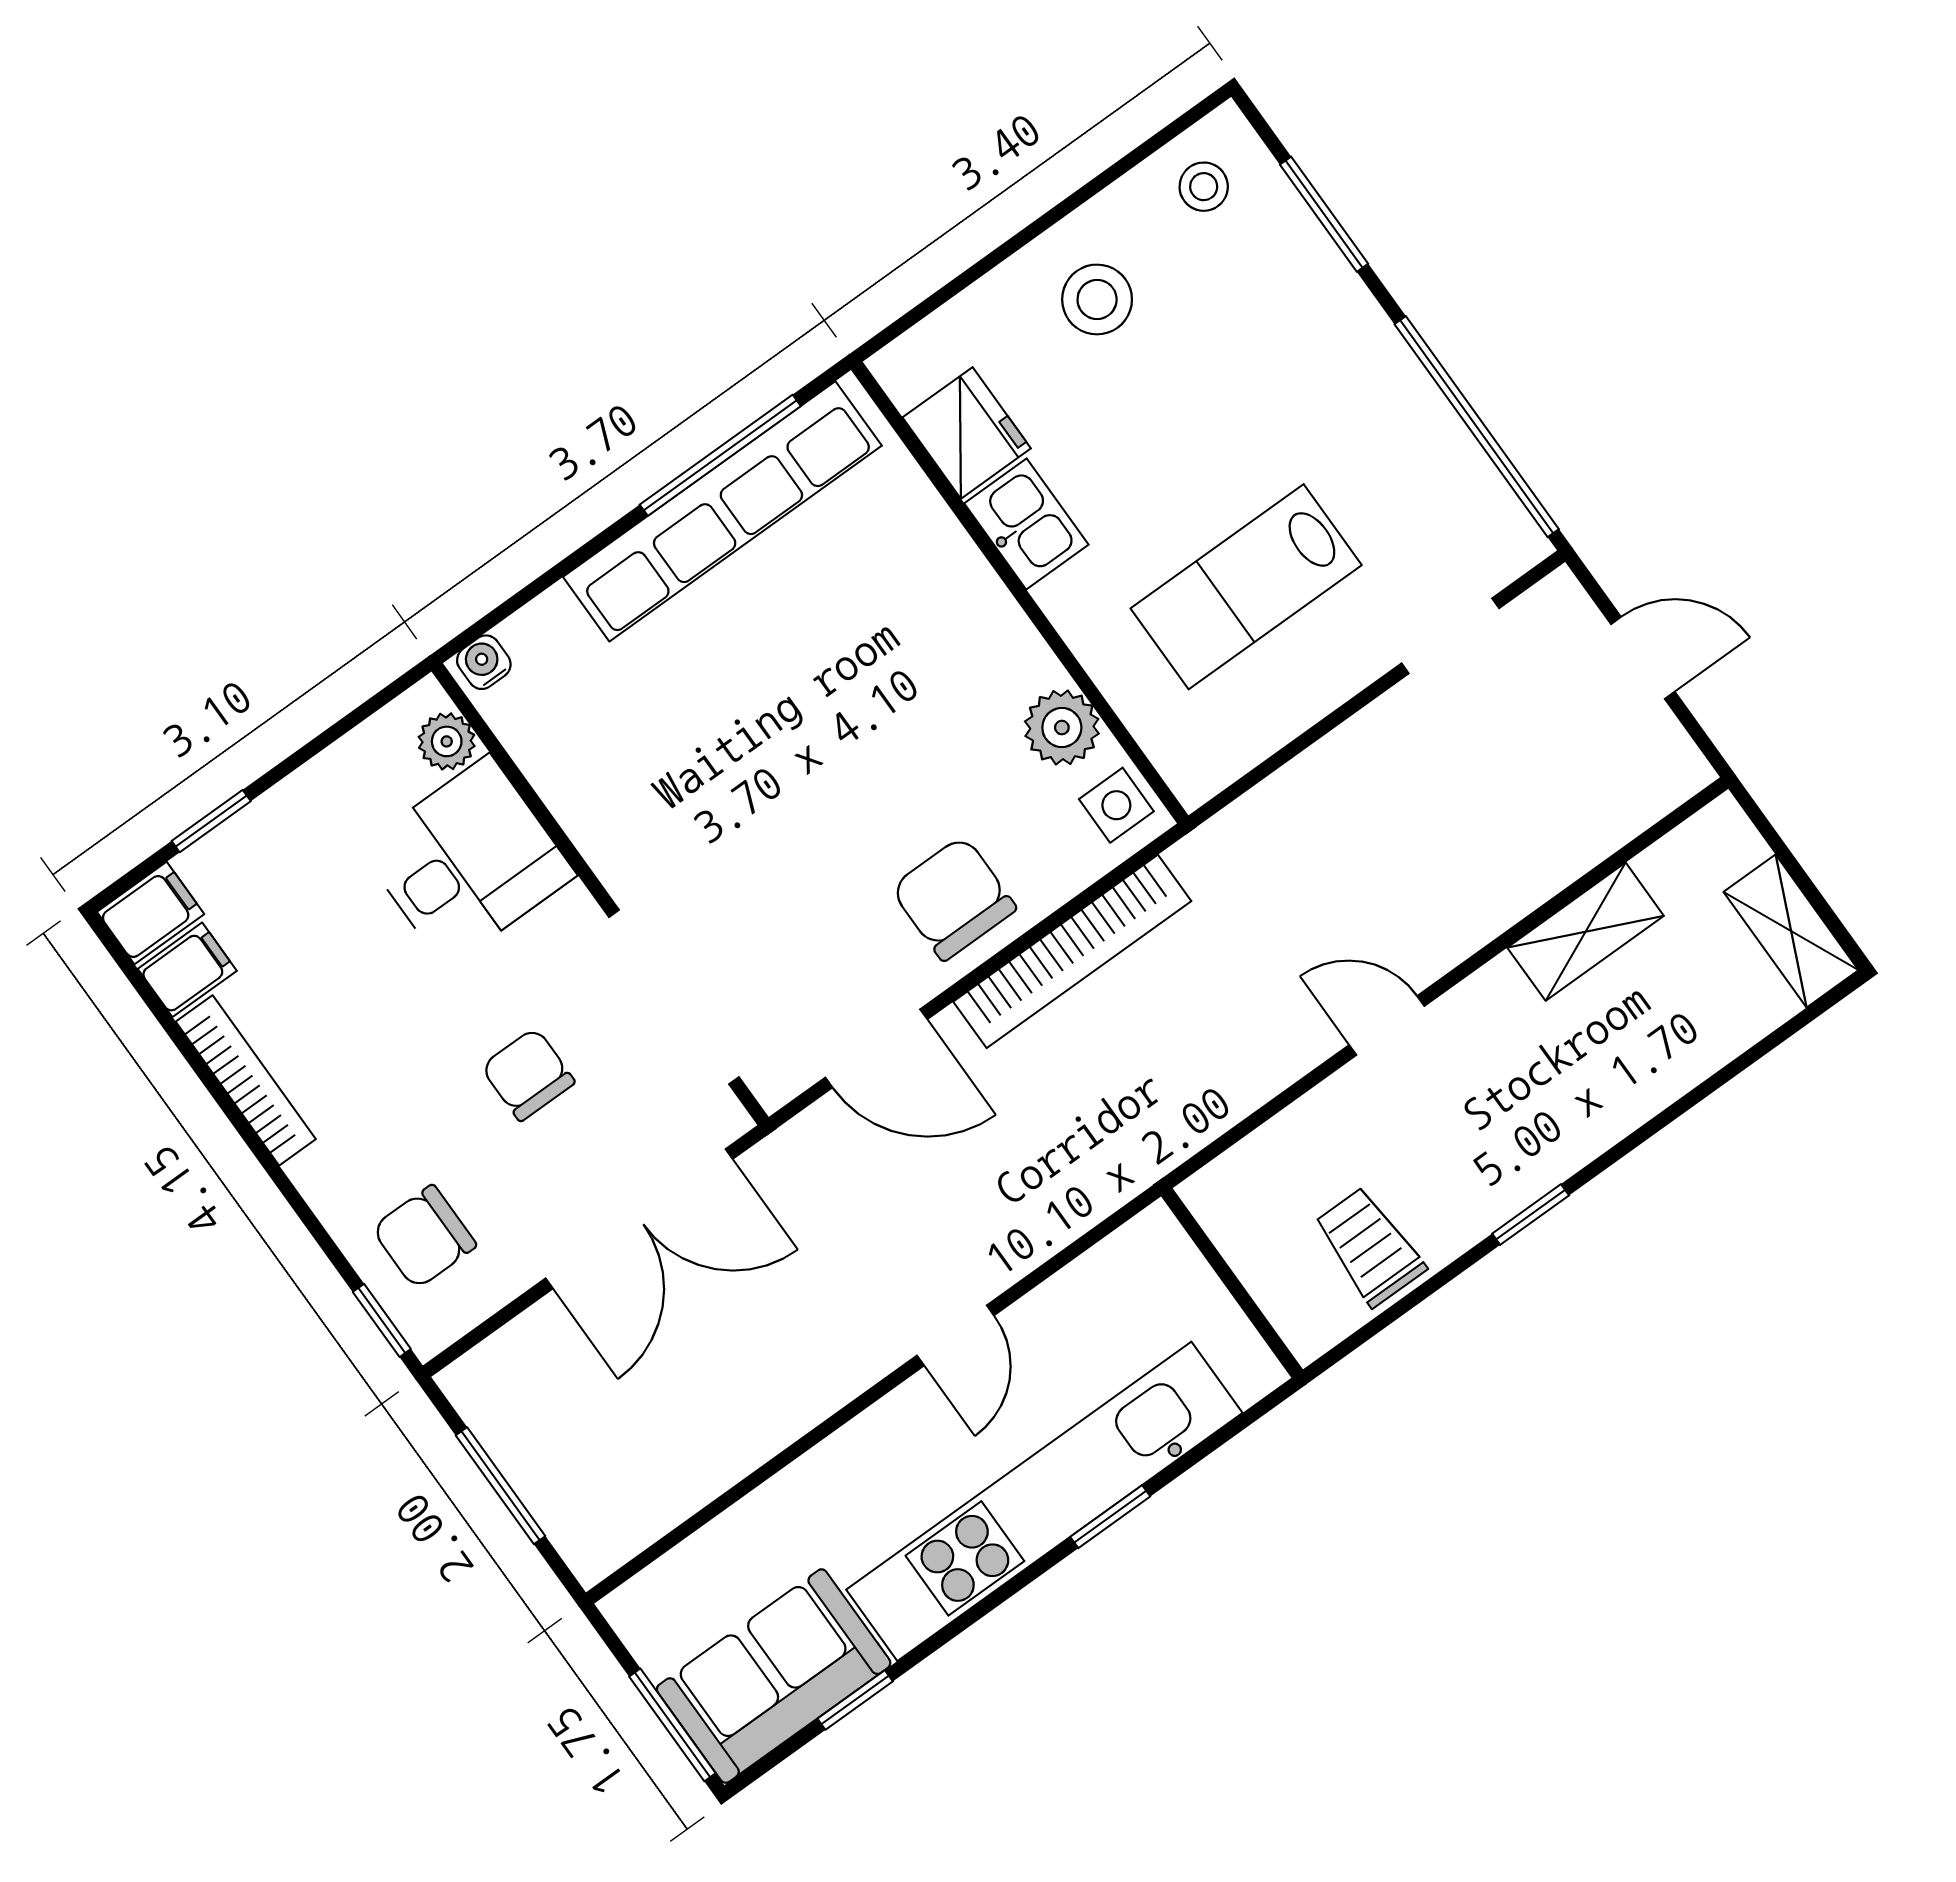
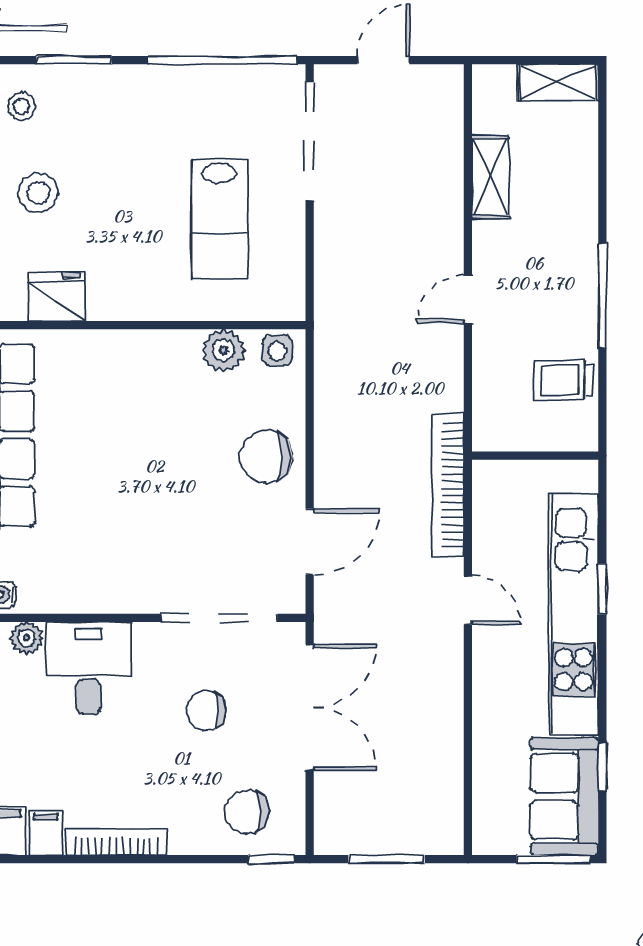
kitchen sink: (1026, 524) -> (118, 299), removed
doorway: (1450, 636) -> (310, 141), width x1.88
bookcase: (1072, 951) -> (448, 485), moved, turned 180
window: (1531, 1215) -> (602, 296), width x2.17
chair: (424, 1237) -> (247, 812), turned 89

